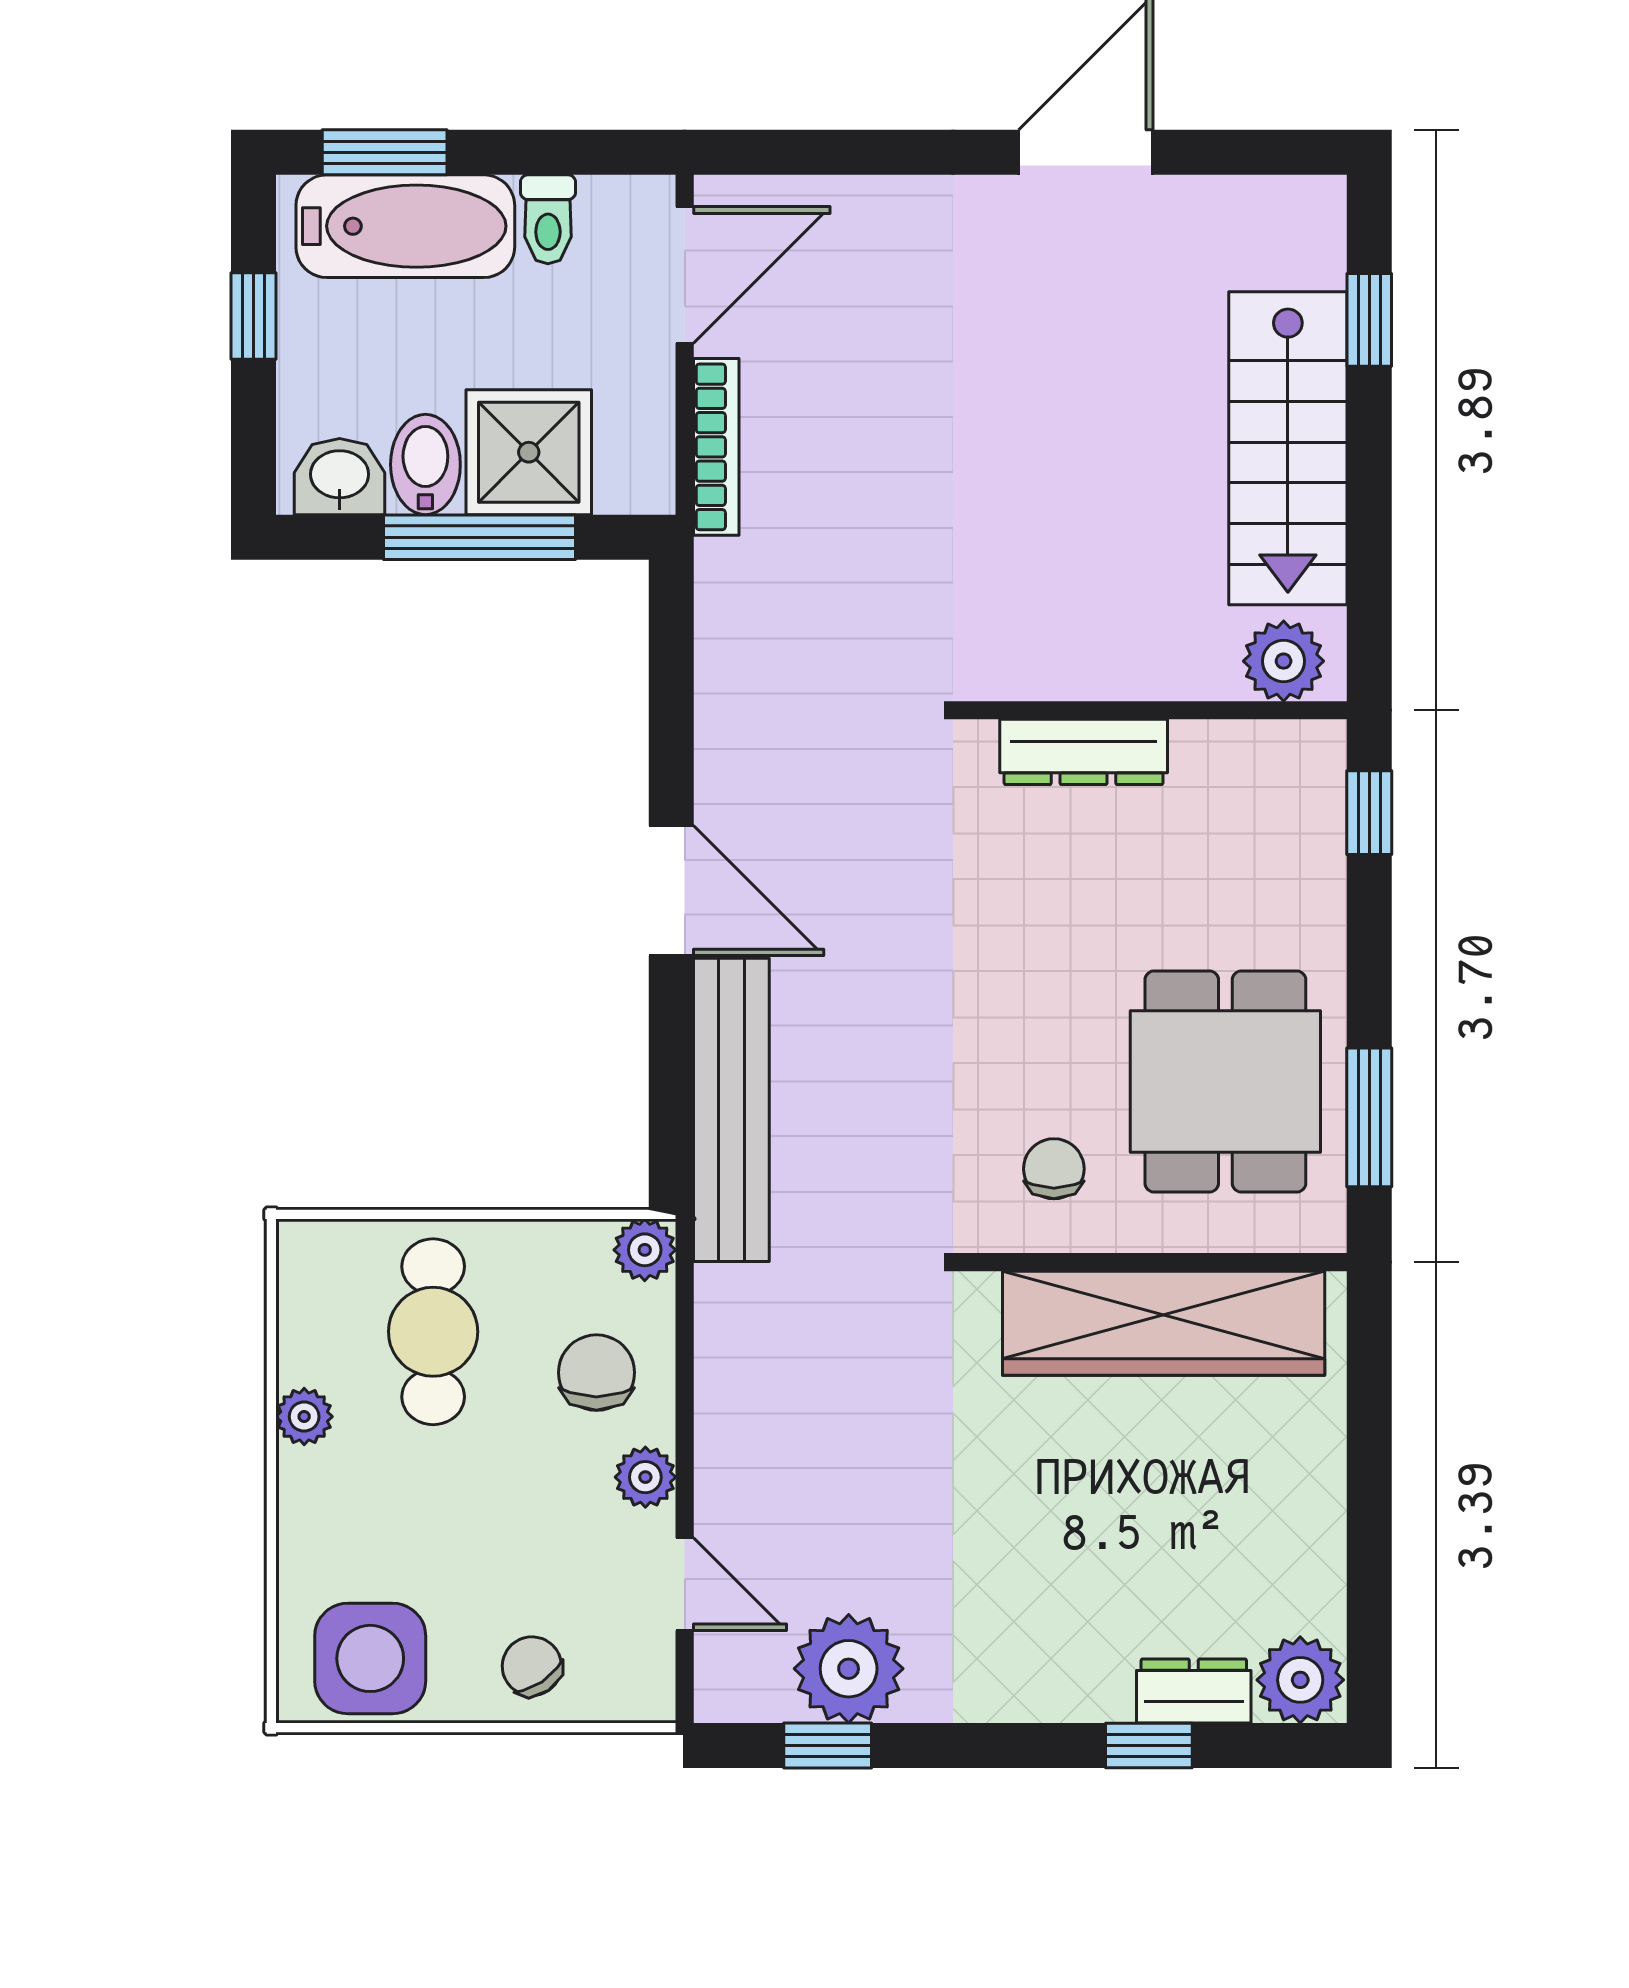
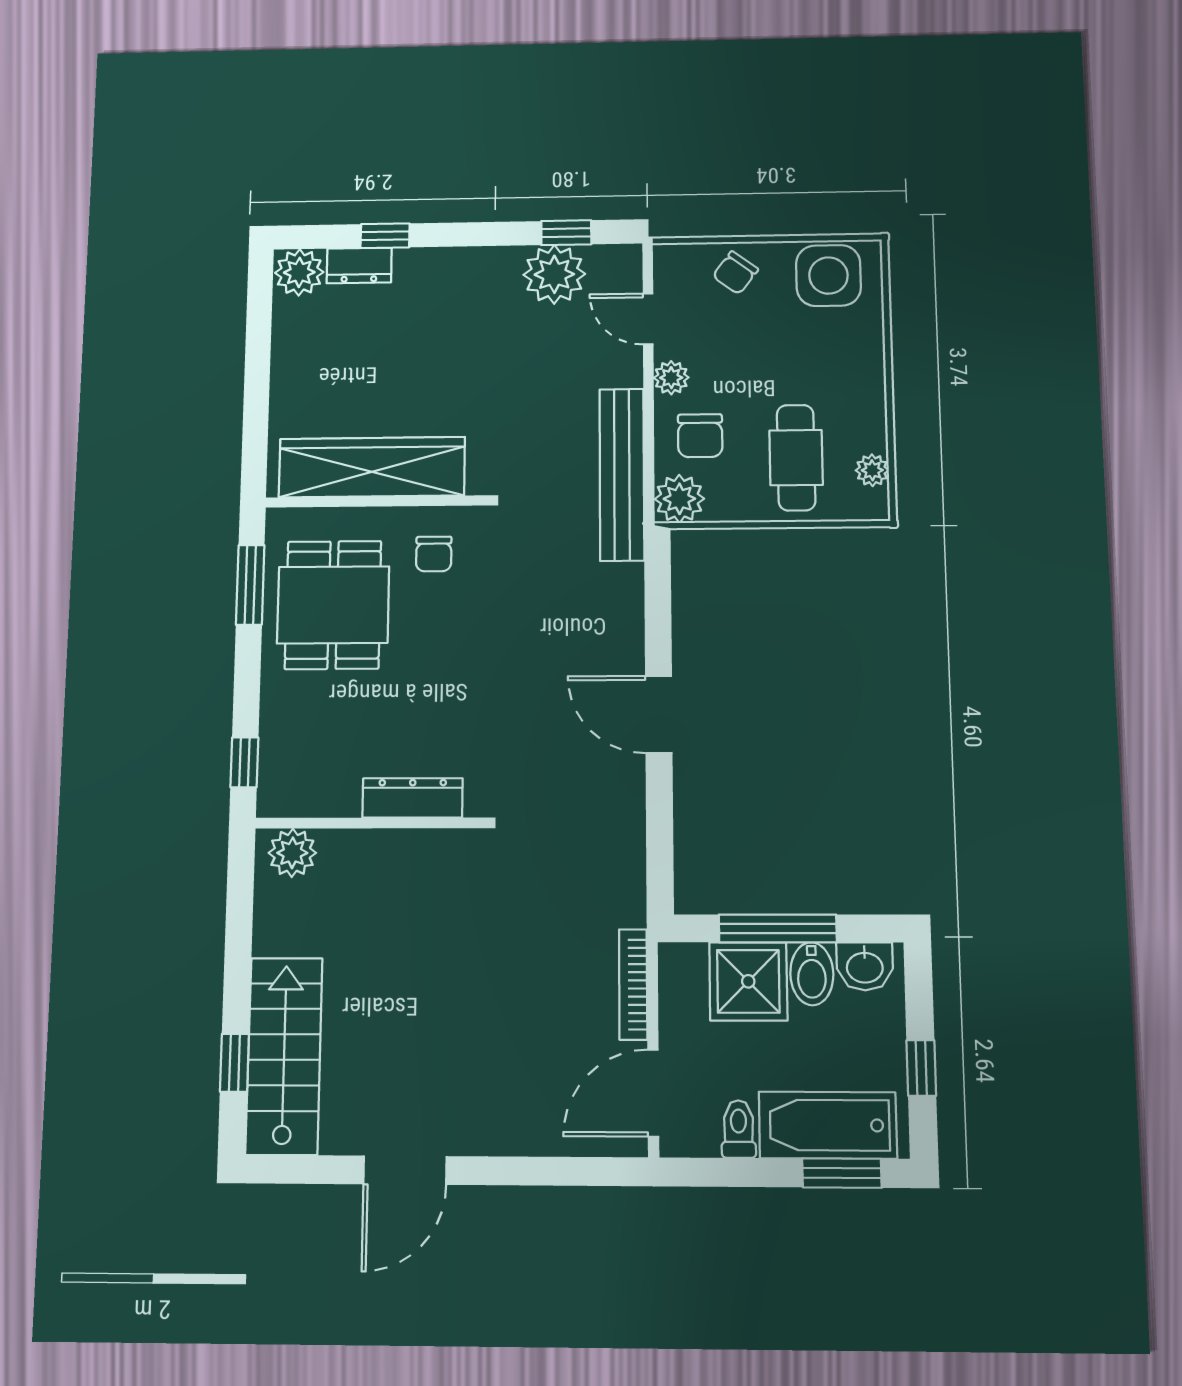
stairs: (1288, 448) -> (284, 1056), moved
bench: (731, 1110) -> (622, 474), moved
plant: (645, 1250) -> (679, 499), width x1.38, depth x1.38
plant: (304, 1417) -> (872, 470), moved
chair: (532, 1666) -> (735, 273), turned 71

